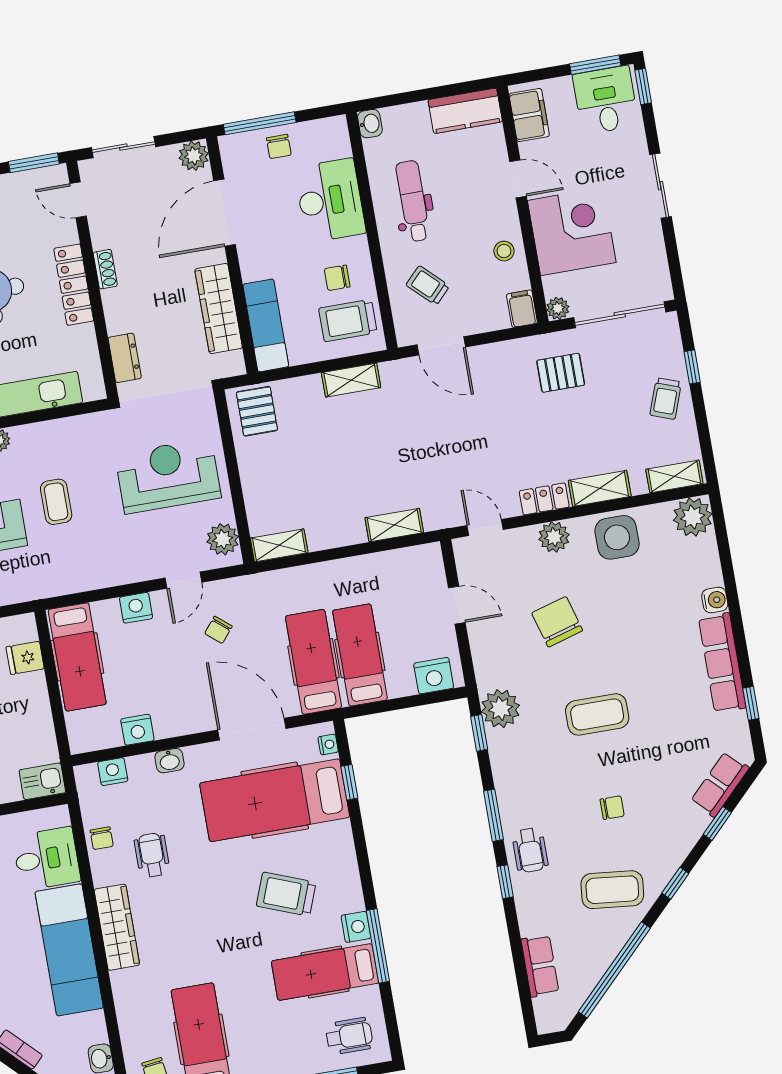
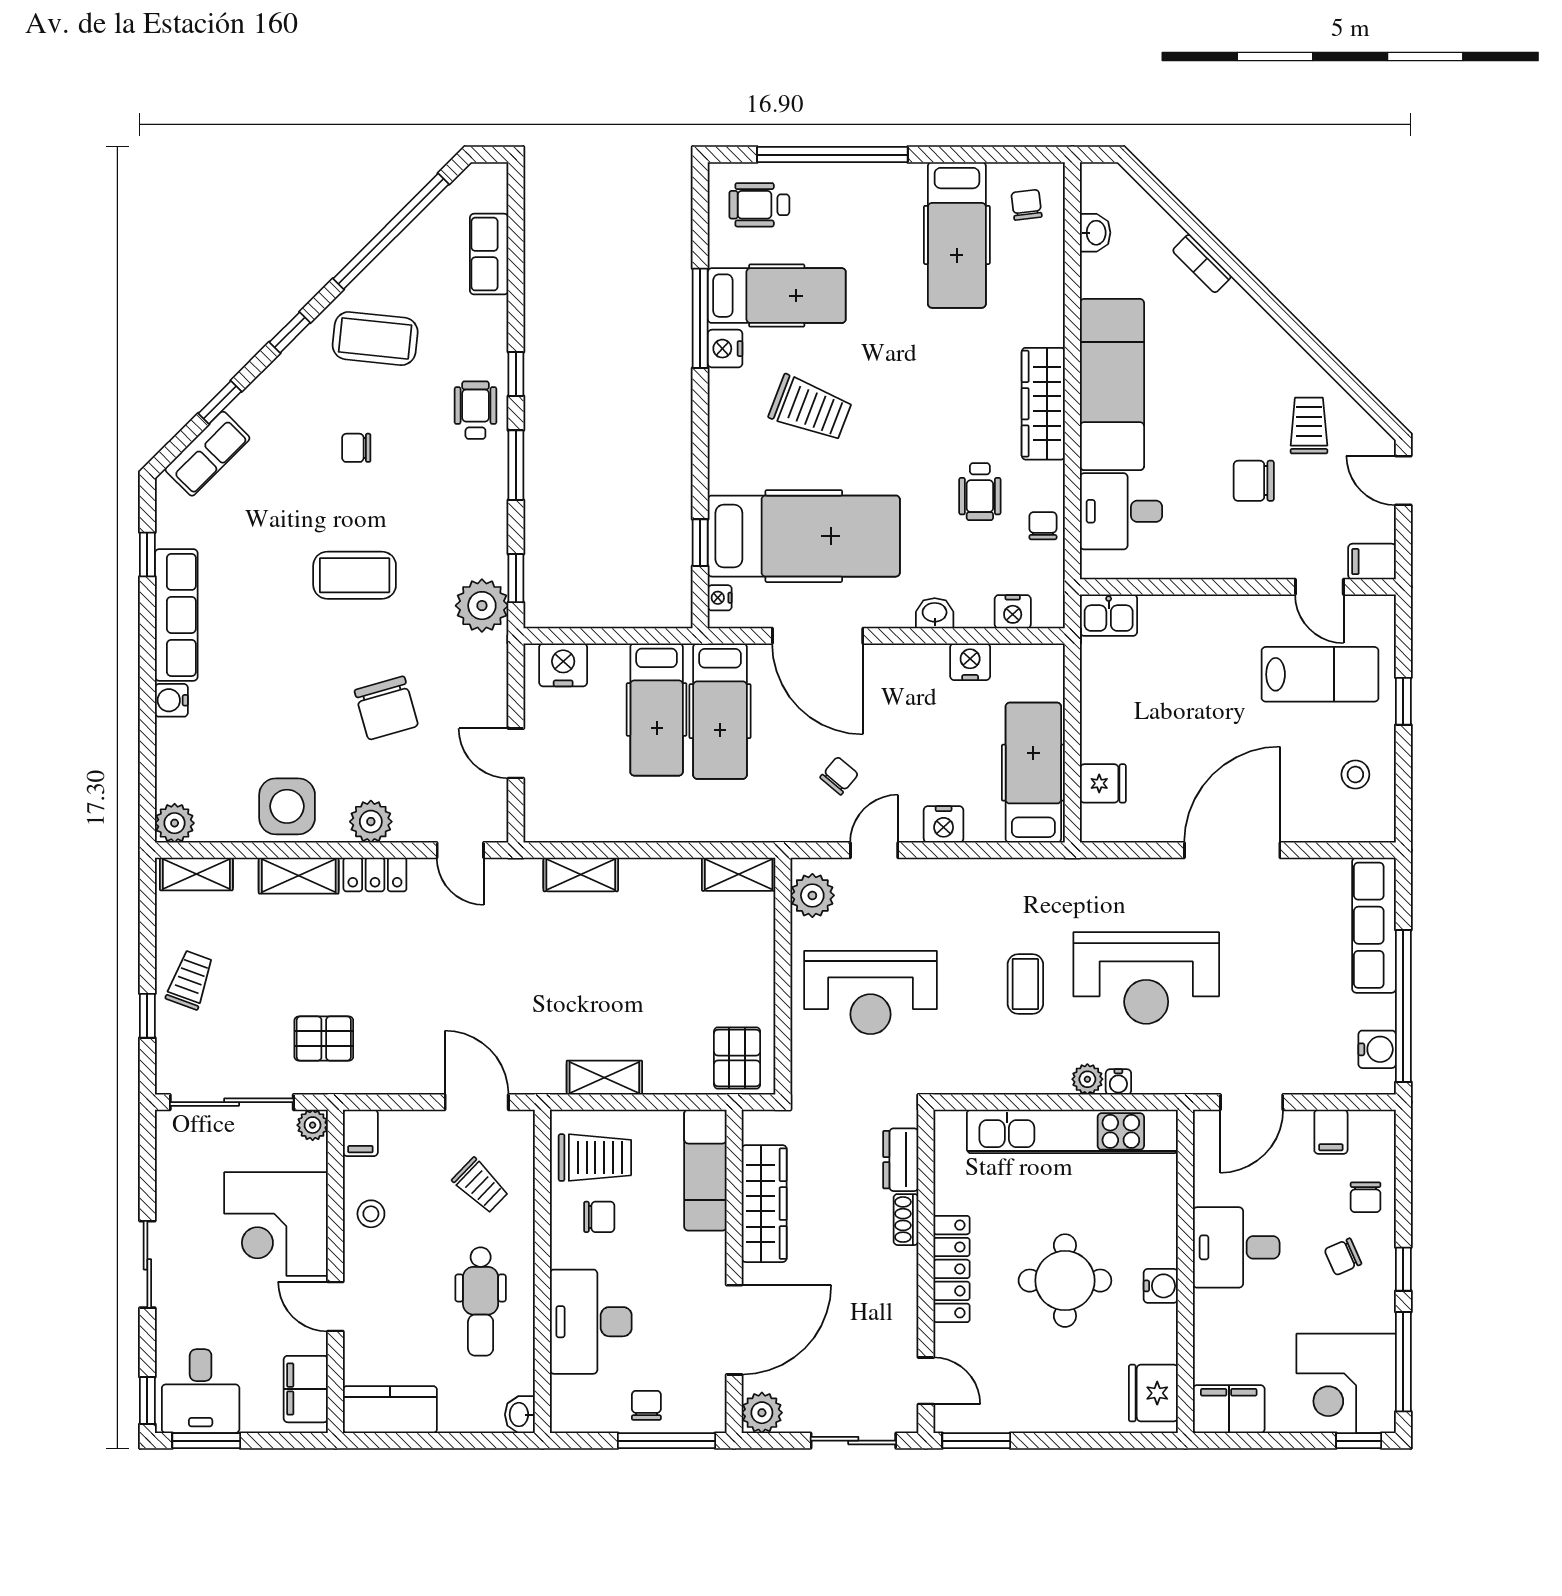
shoe rack: (105, 269) -> (906, 1220), moved
plant: (693, 517) -> (175, 823), width x0.73, depth x0.73

